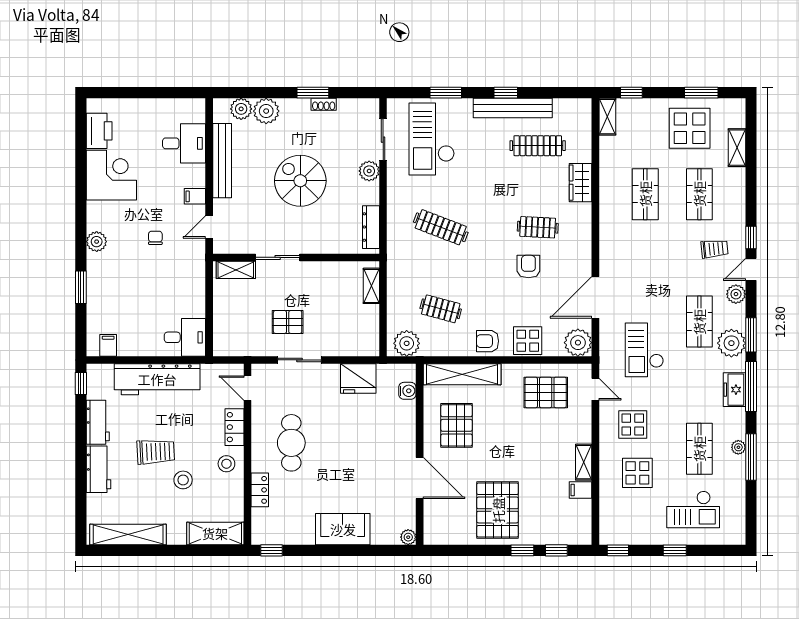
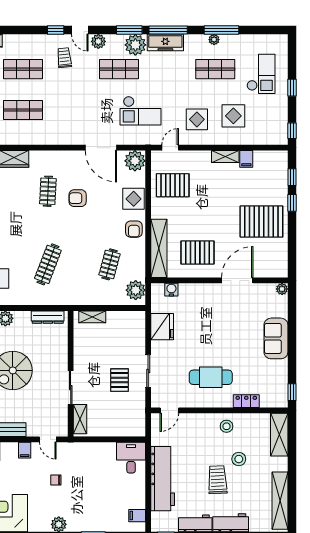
freezer: (734, 390) -> (165, 43), width x1.40
pallet: (546, 392) -> (173, 185), turned 90
locker: (235, 427) -> (199, 420), removed

